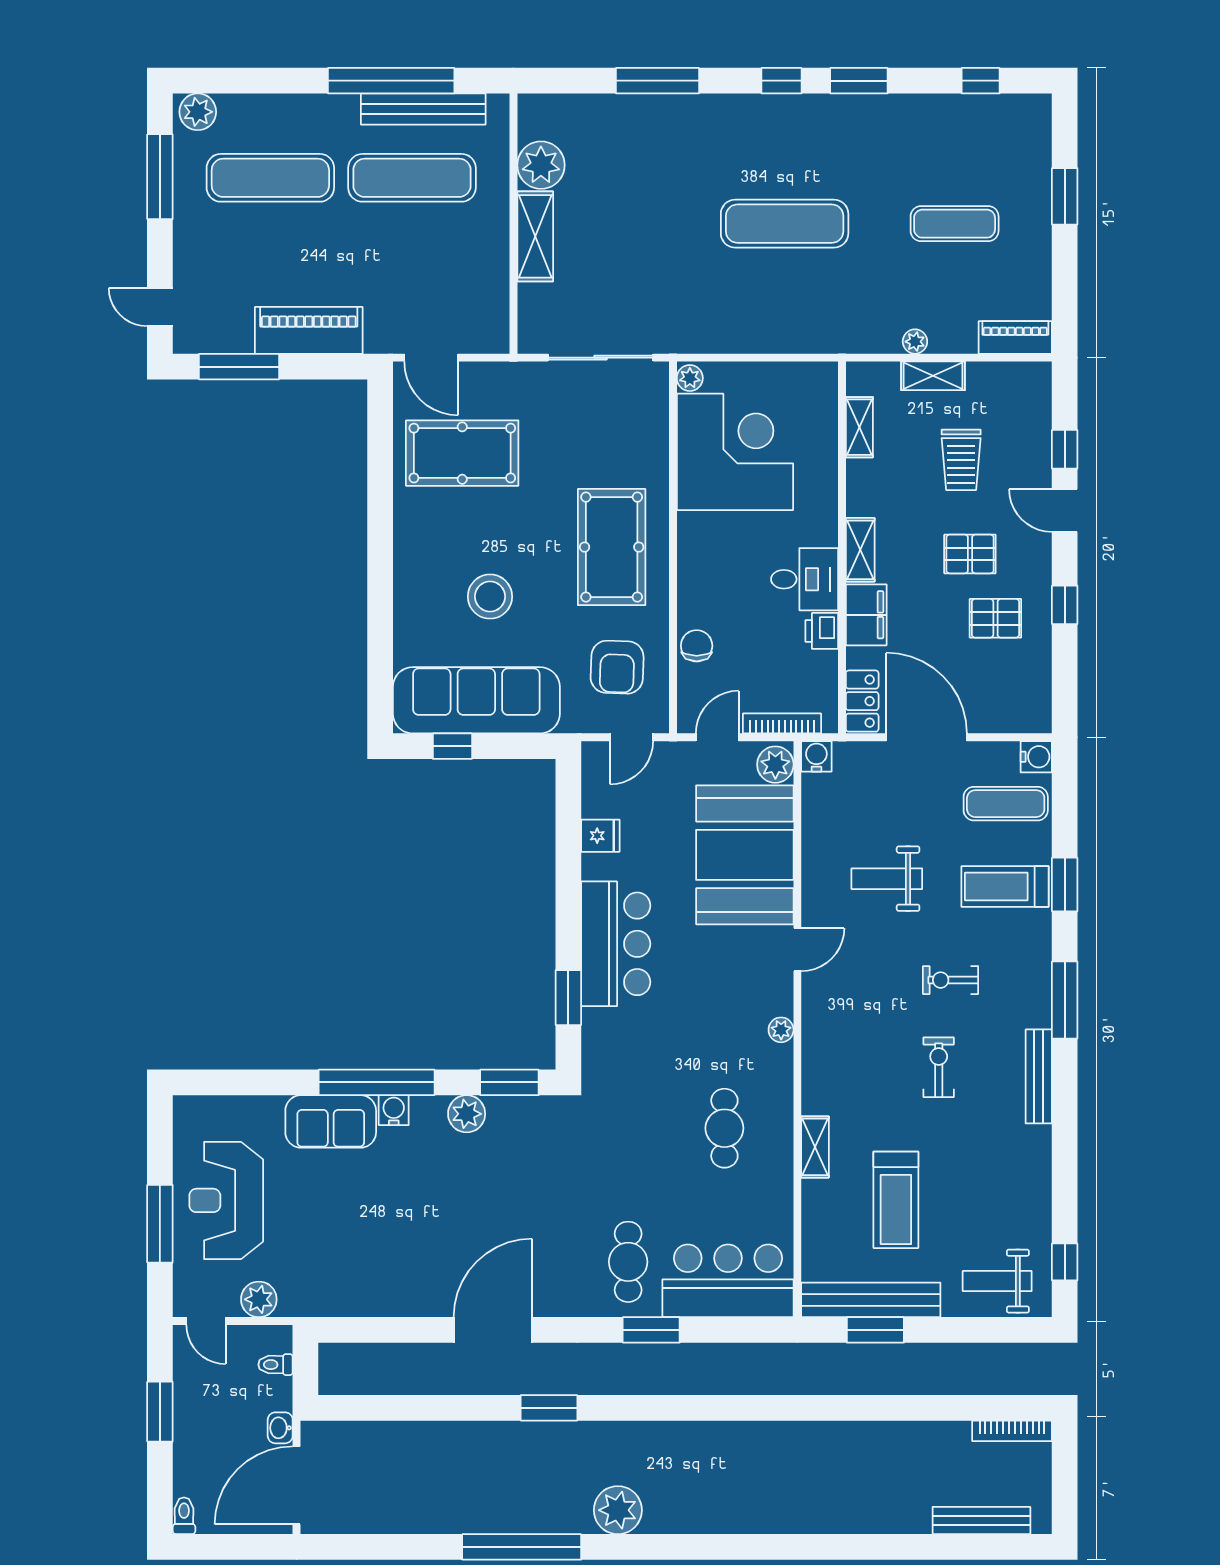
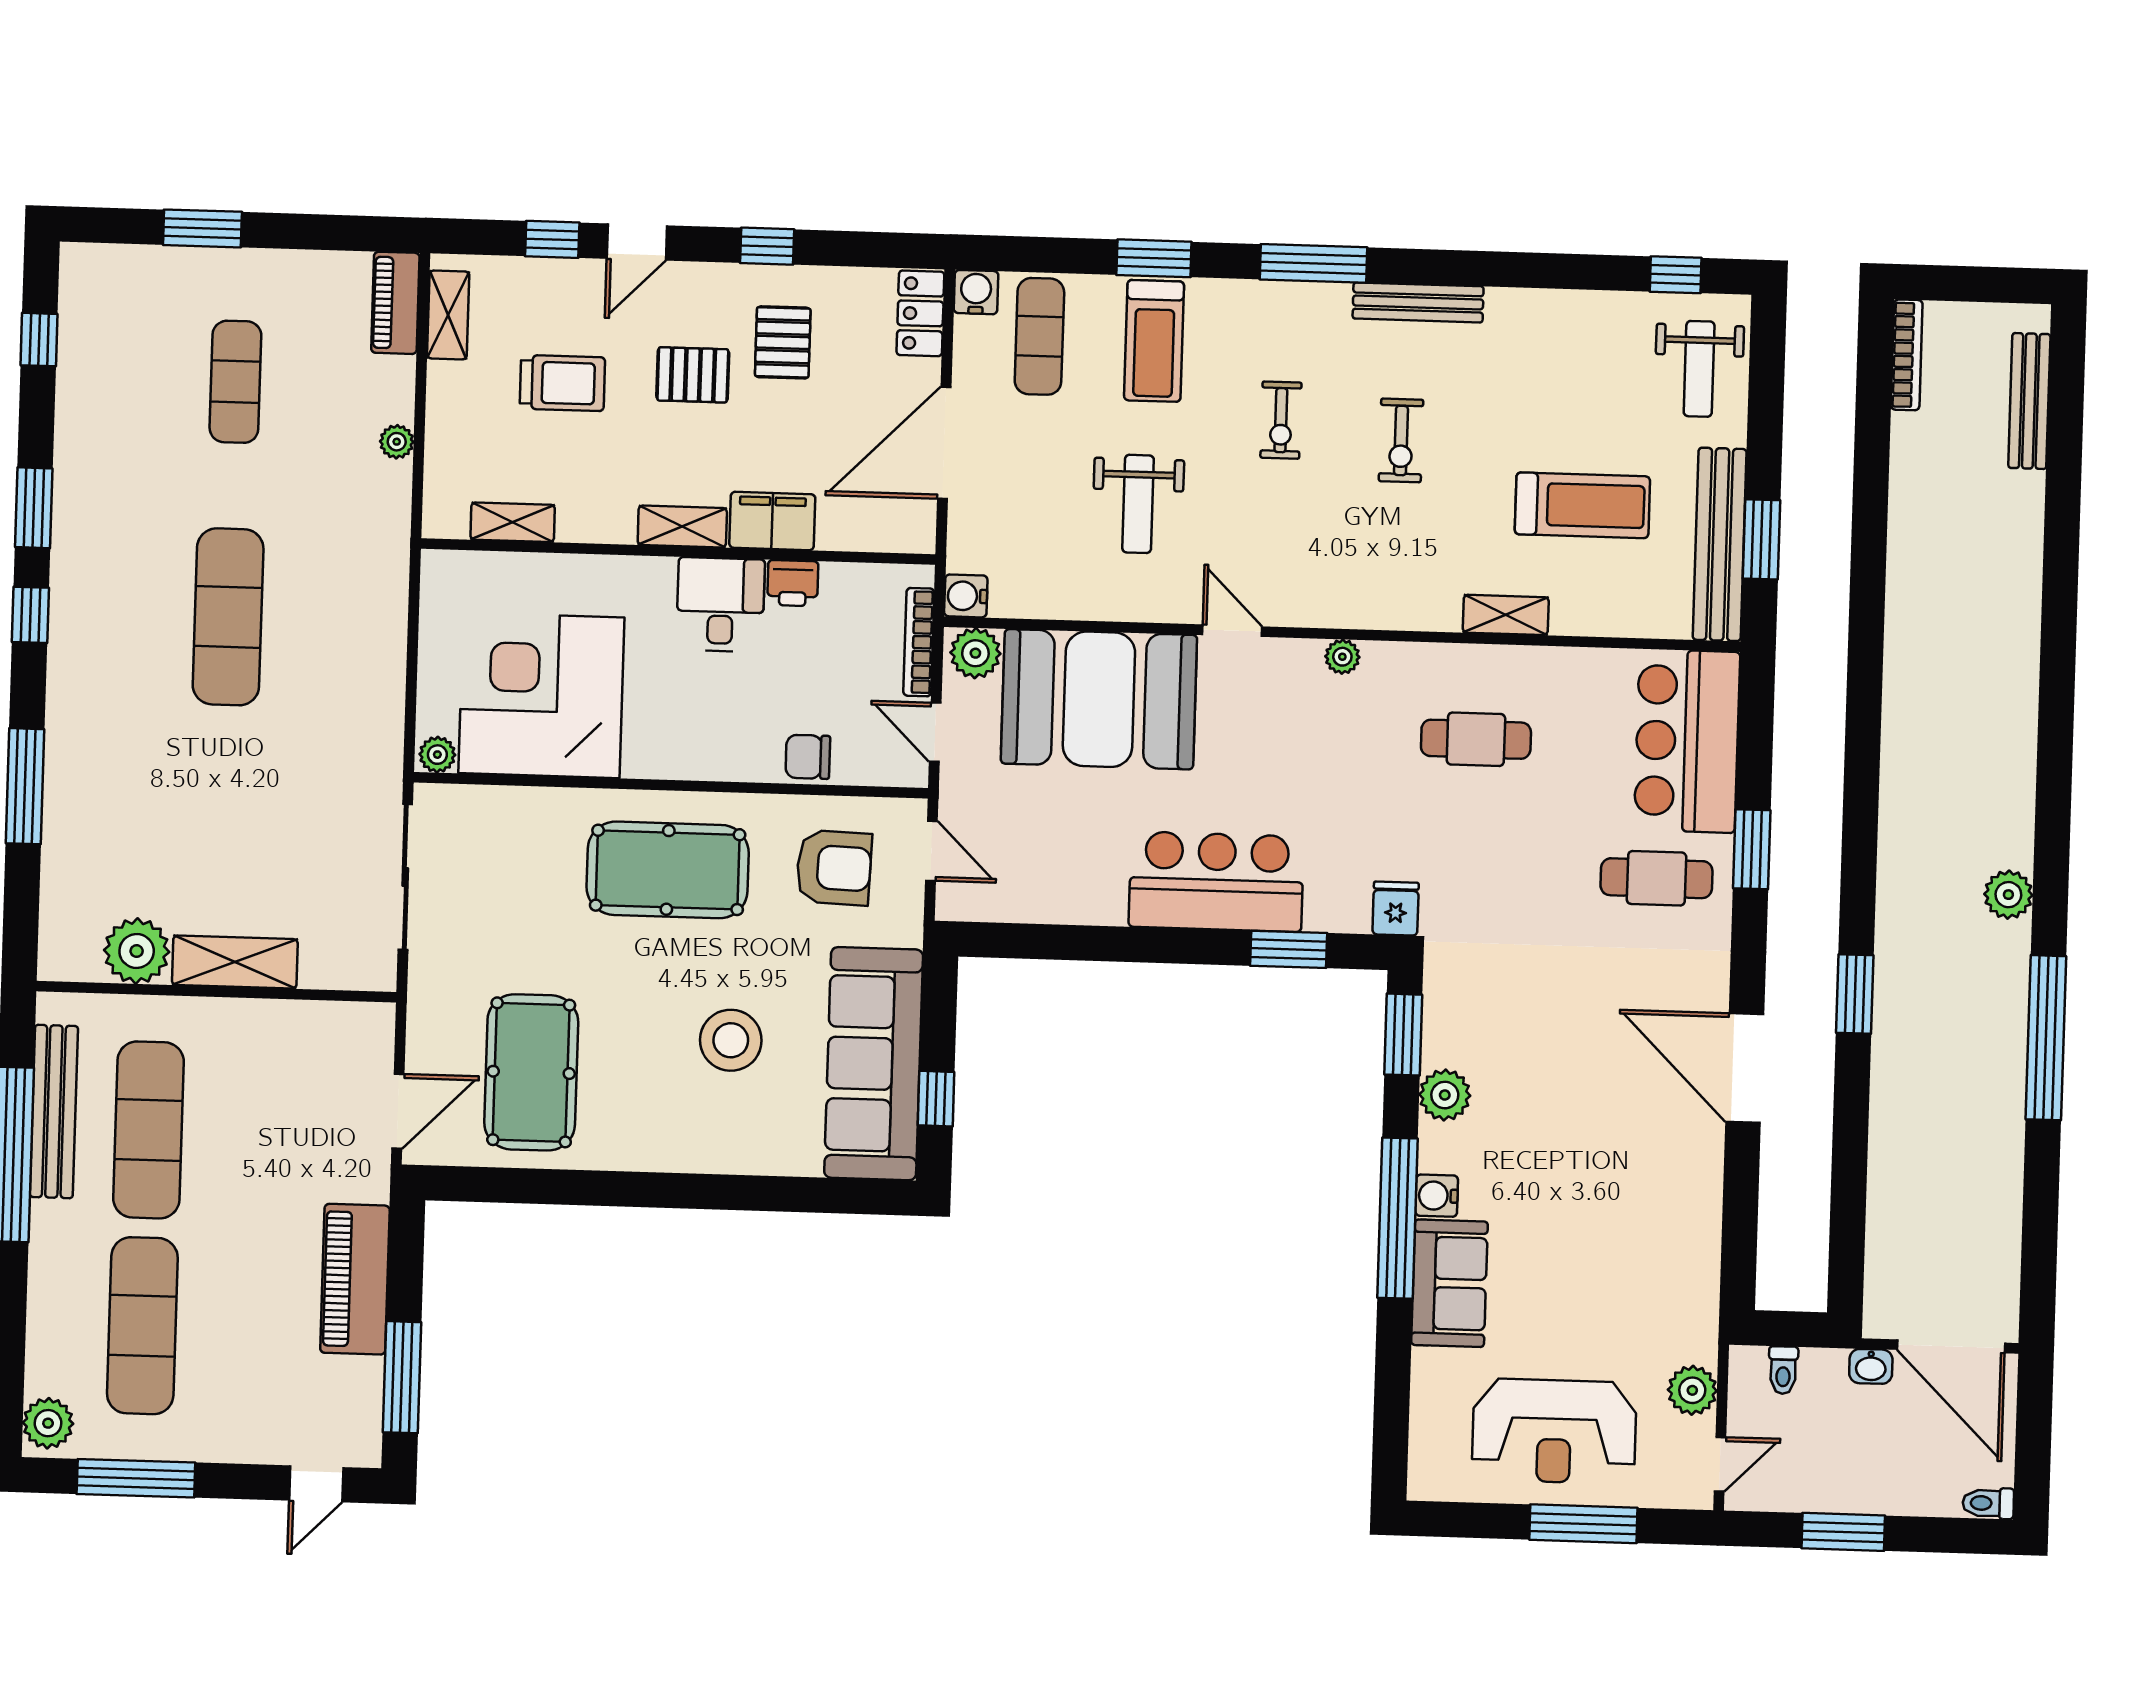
shelving: (933, 376) -> (448, 315), moved
pallet: (970, 554) -> (693, 375), turned 90
locker: (862, 701) -> (920, 313), moved, turned -90
fridge: (600, 836) -> (1396, 909), moved
exercise bike: (939, 1067) -> (1401, 440), turned -90
plant: (618, 1510) -> (2008, 895), width x0.73, depth x0.73

